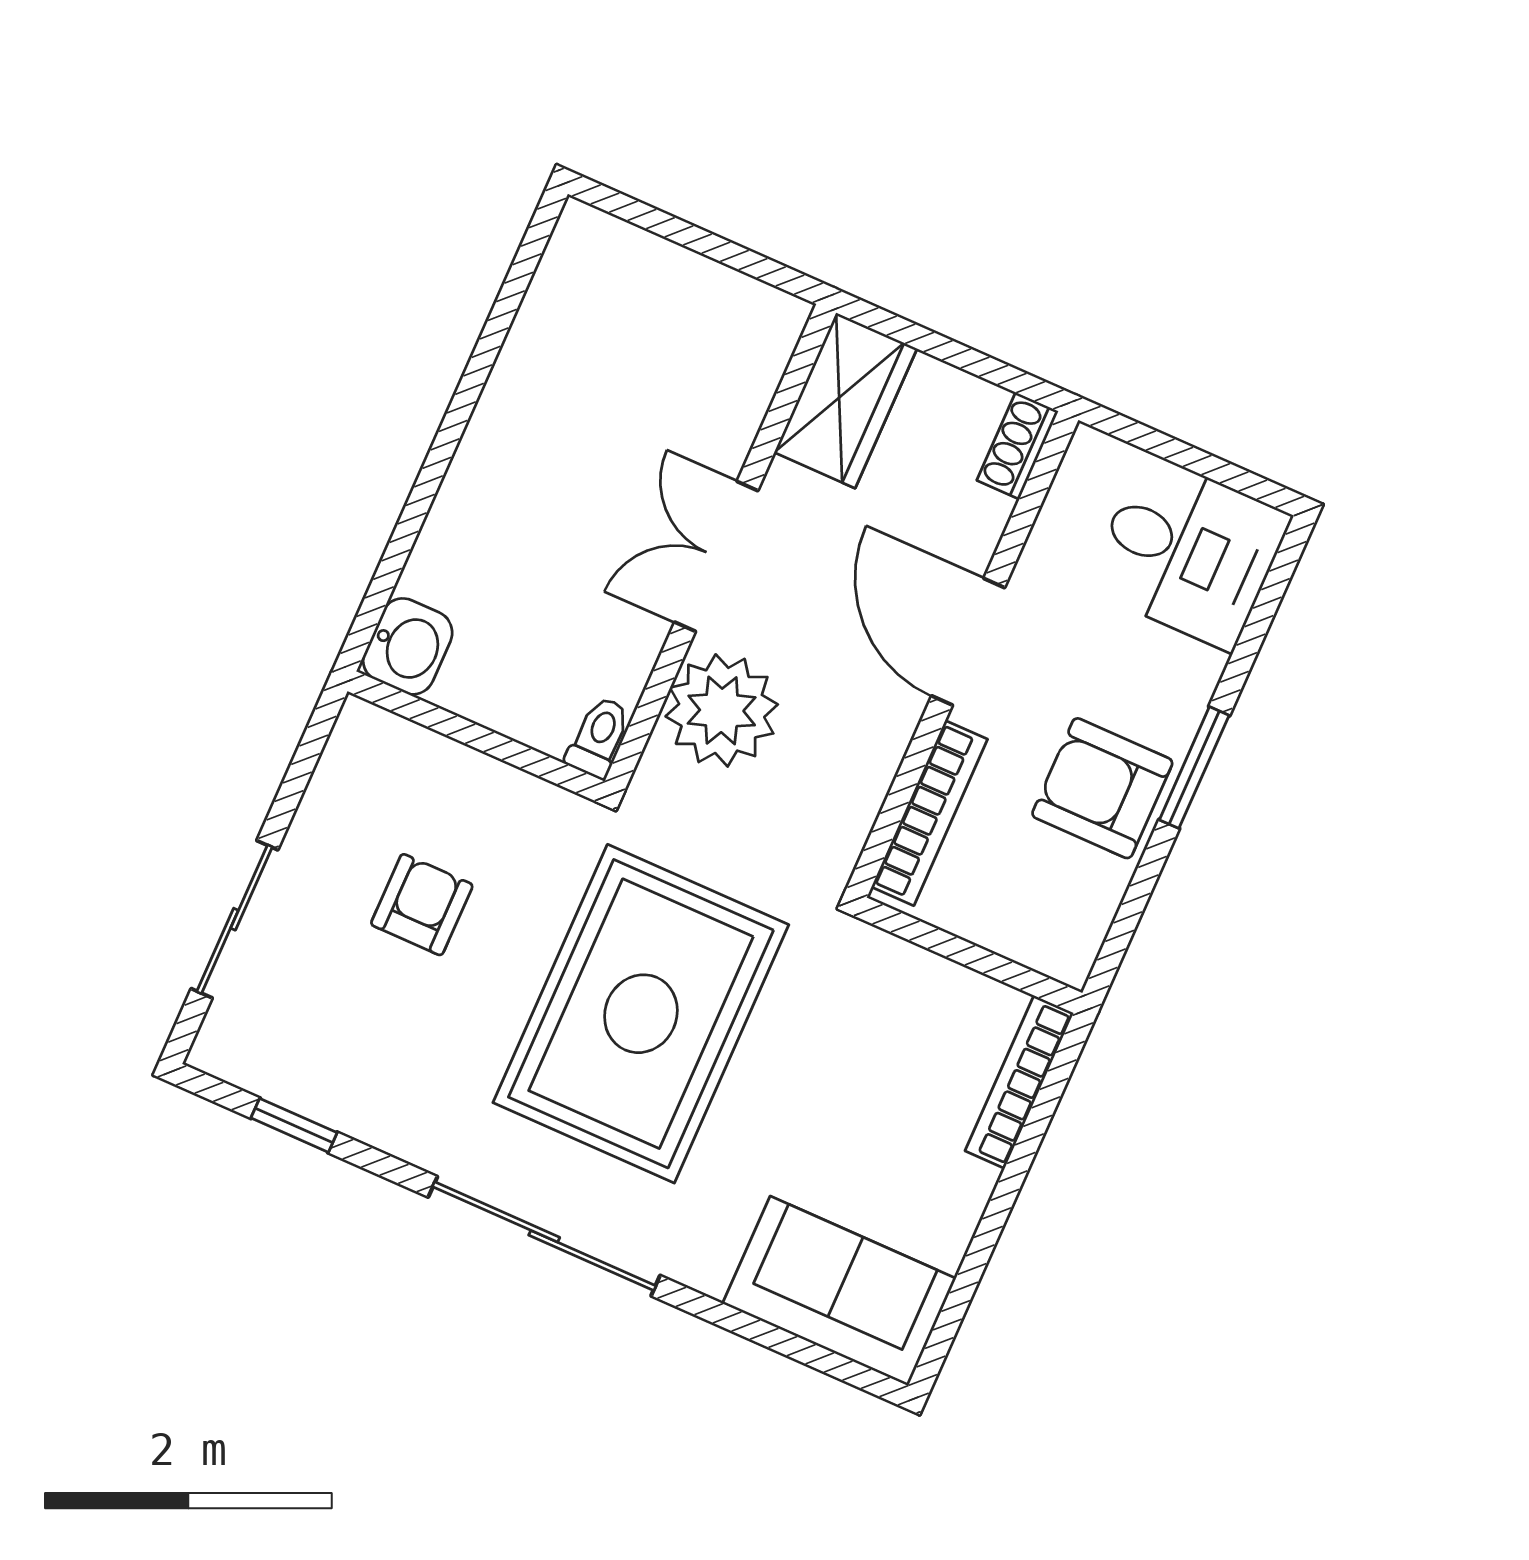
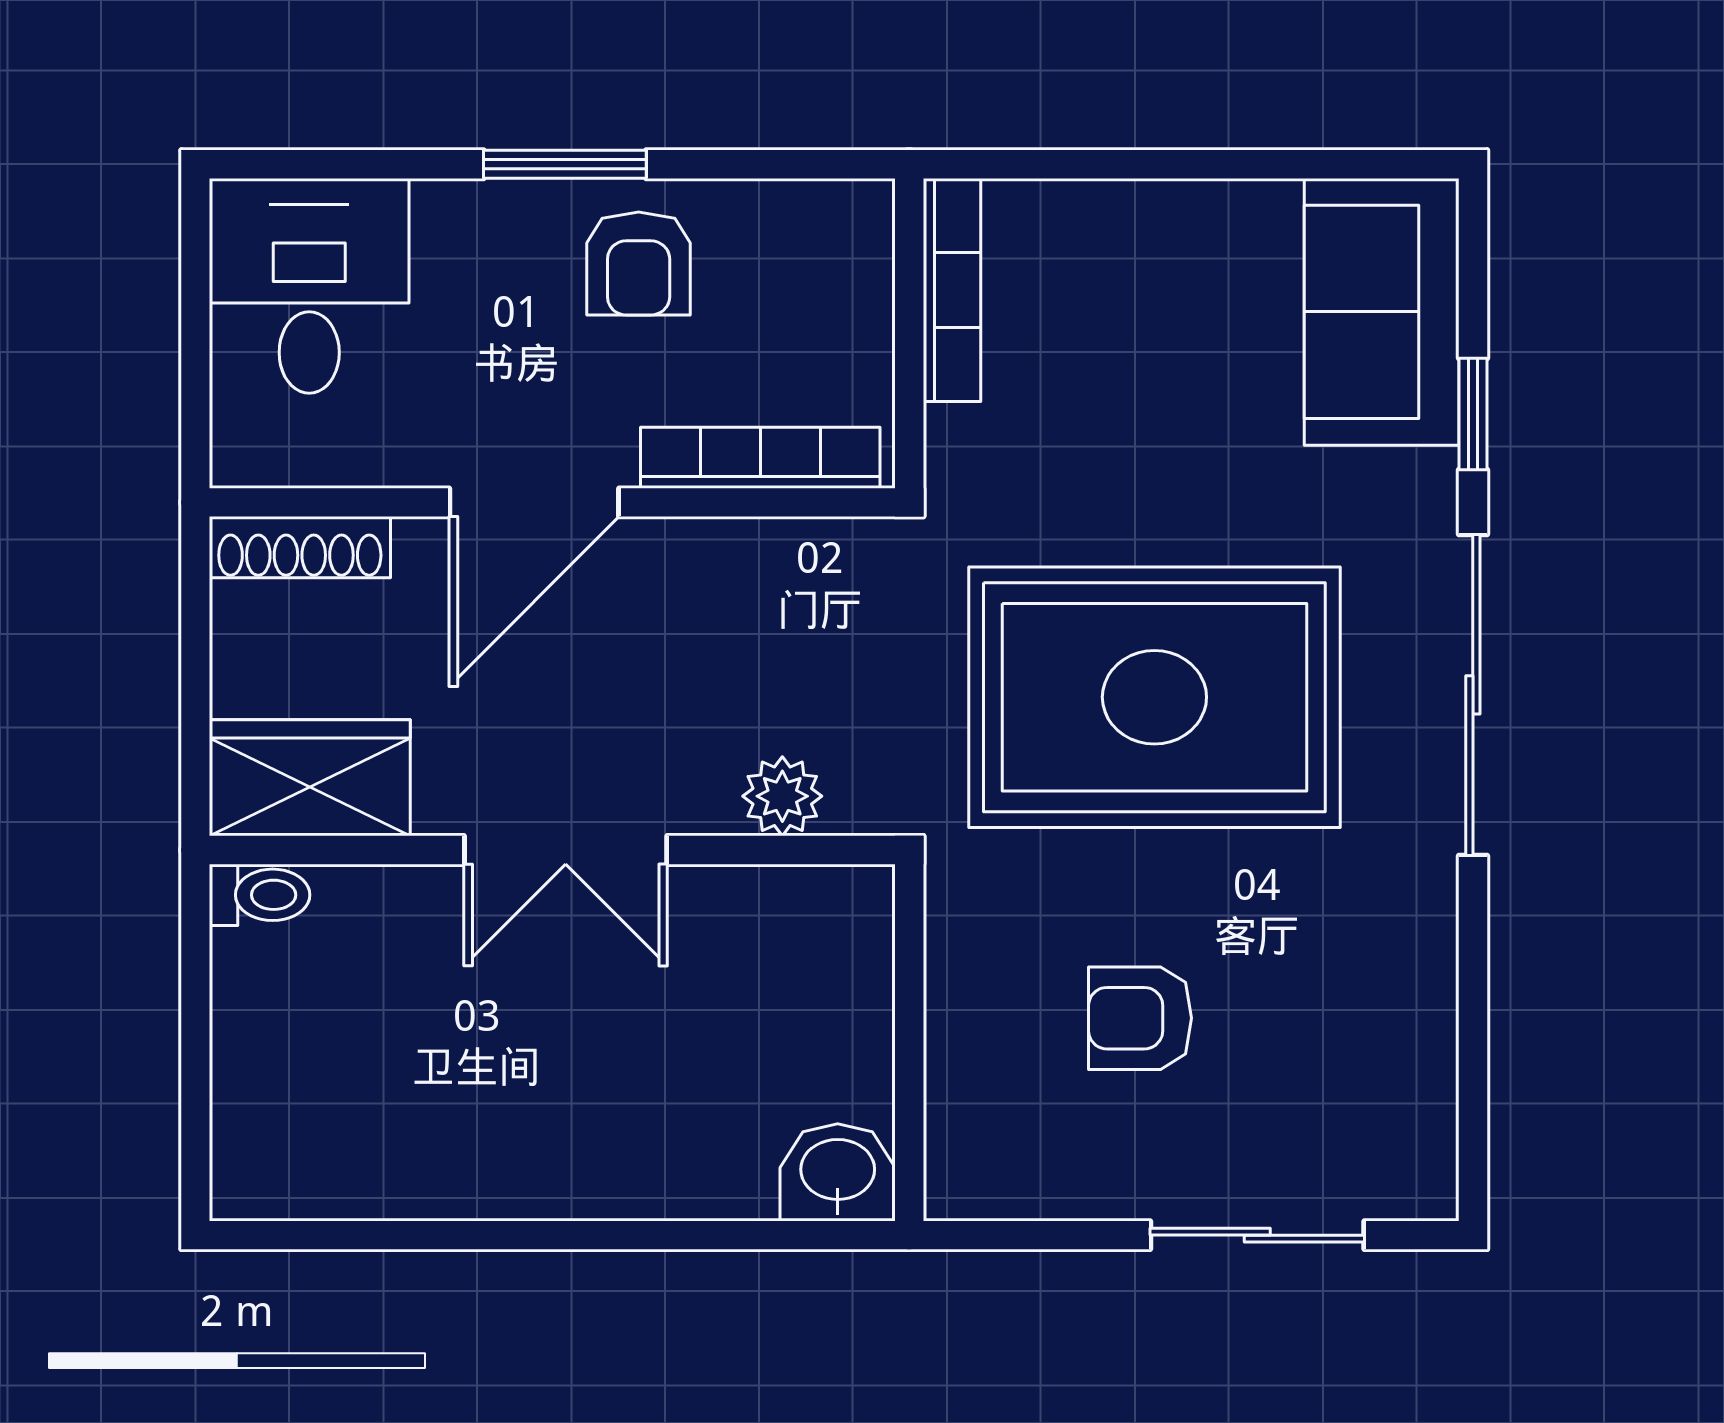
shoe rack: (1018, 446) -> (300, 547), width x1.43
plant: (722, 710) -> (782, 796), width x0.53, depth x0.53
toilet: (599, 737) -> (260, 895), moved, turned 180
armchair: (1102, 788) -> (639, 263), width x0.72, depth x0.72
bookcase: (1019, 1082) -> (952, 290), moved, turned -90
window: (294, 1125) -> (1473, 414), moved

